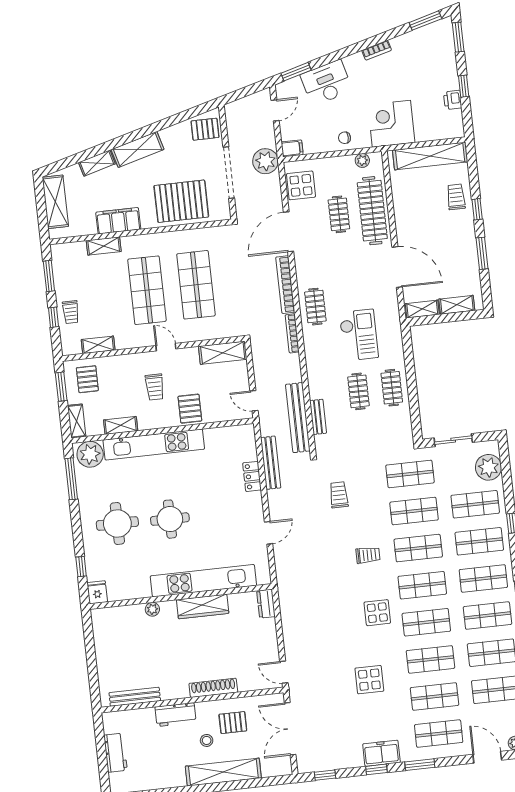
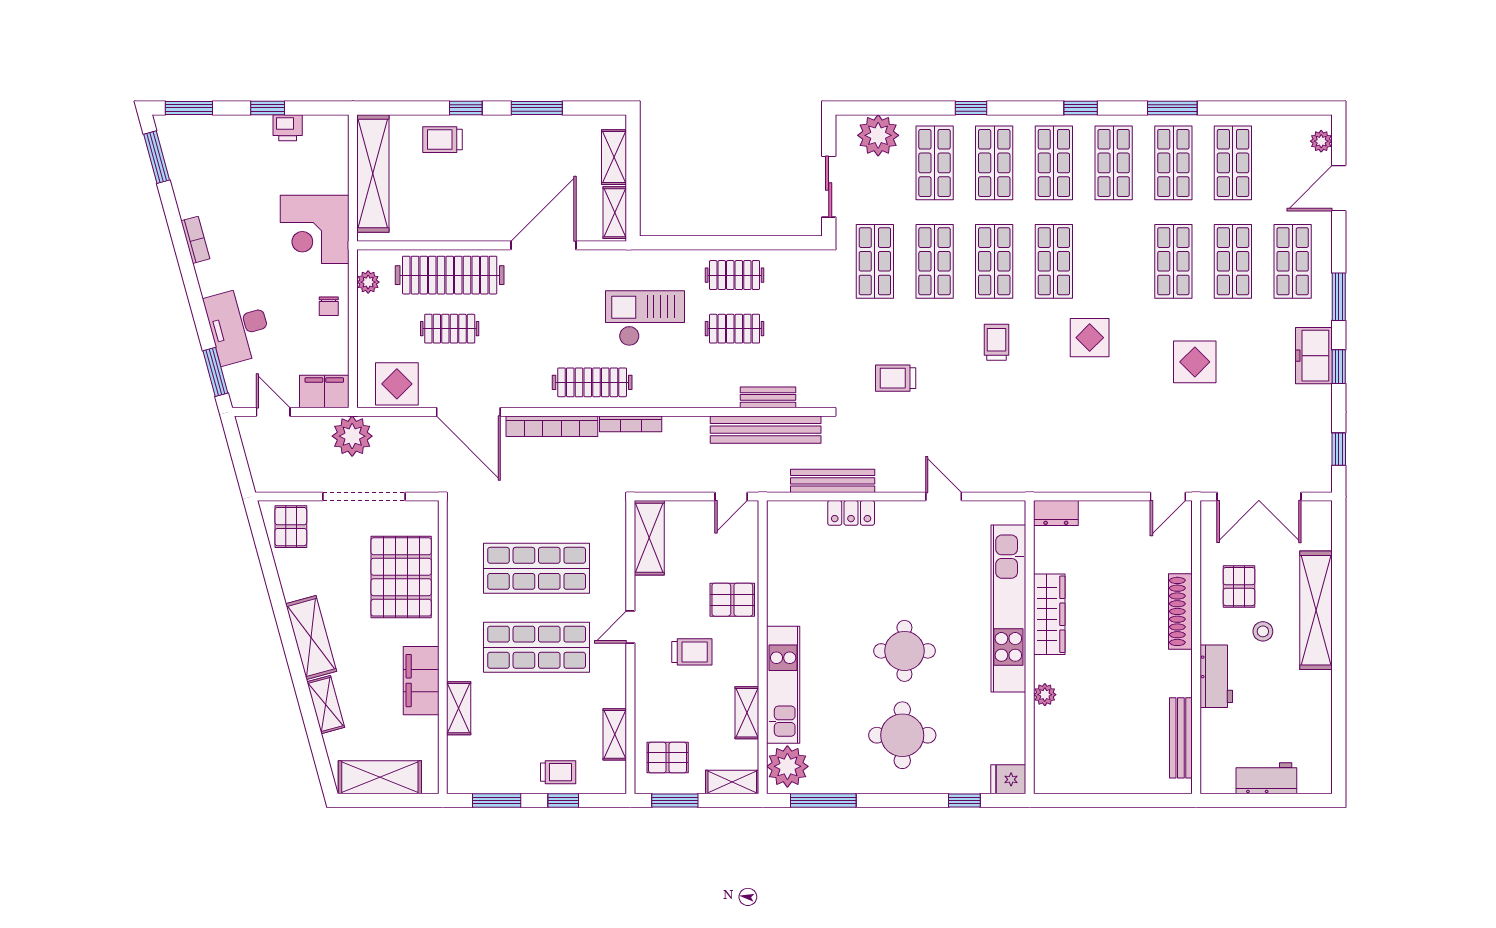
filing cabinet: (292, 148) -> (324, 392), width x2.00
clothes rail: (315, 307) -> (592, 382), width x1.36
kitchen unit: (154, 445) -> (783, 685), width x0.73
shop shelf: (426, 622) -> (1114, 261), removed

